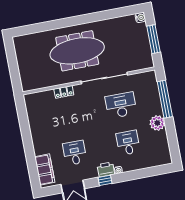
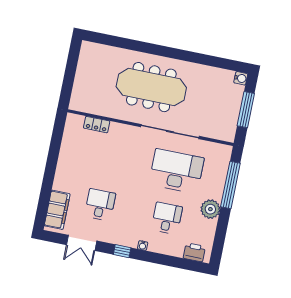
locker: (64, 92) -> (97, 125), moved
desk: (121, 105) -> (176, 171), width x1.36, depth x1.30
printer: (106, 169) -> (194, 252), moved

